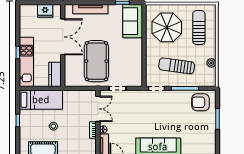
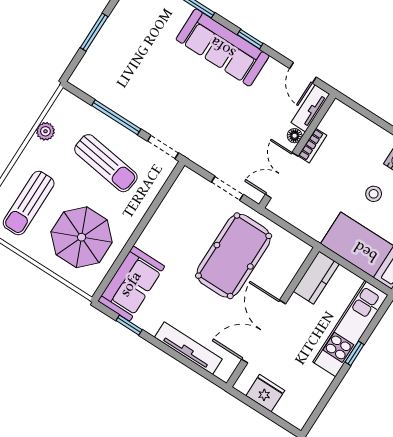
armchair: (200, 102) -> (105, 78), removed

